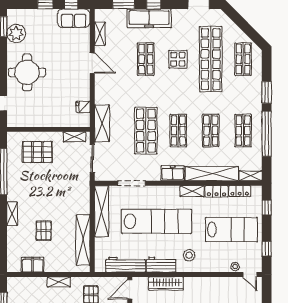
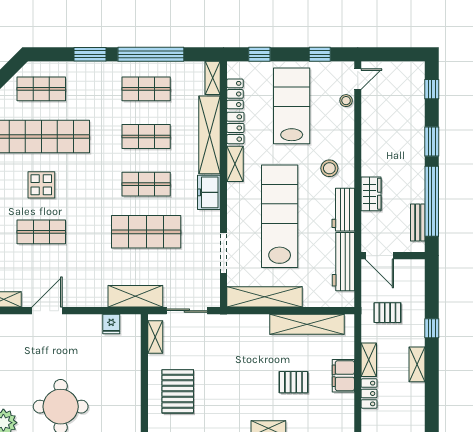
filing cabinet: (33, 265) -> (343, 376), moved
locker: (36, 282) -> (369, 394), added
wardrobe: (166, 284) -> (371, 194), width x0.67

